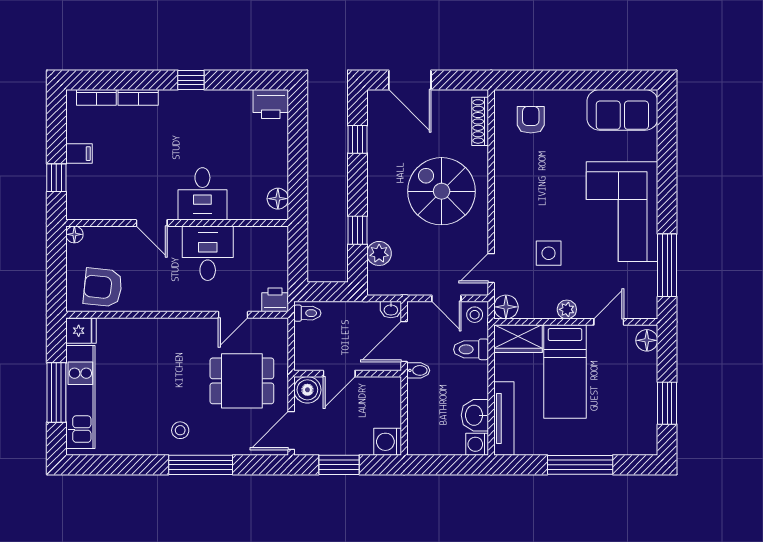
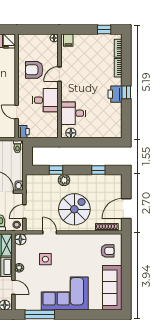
door: (410, 80) -> (126, 209), moved
printer: (271, 104) -> (115, 94), moved
sofa: (622, 110) -> (112, 288), width x1.36
filing cabinet: (79, 154) -> (68, 40), moved
window: (56, 178) -> (104, 30), moved
desk: (202, 194) -> (73, 113), moved
plant: (379, 253) -> (64, 180), moved
door: (491, 268) -> (50, 232), moved
armchair: (103, 287) -> (34, 70), moved, turned -96

